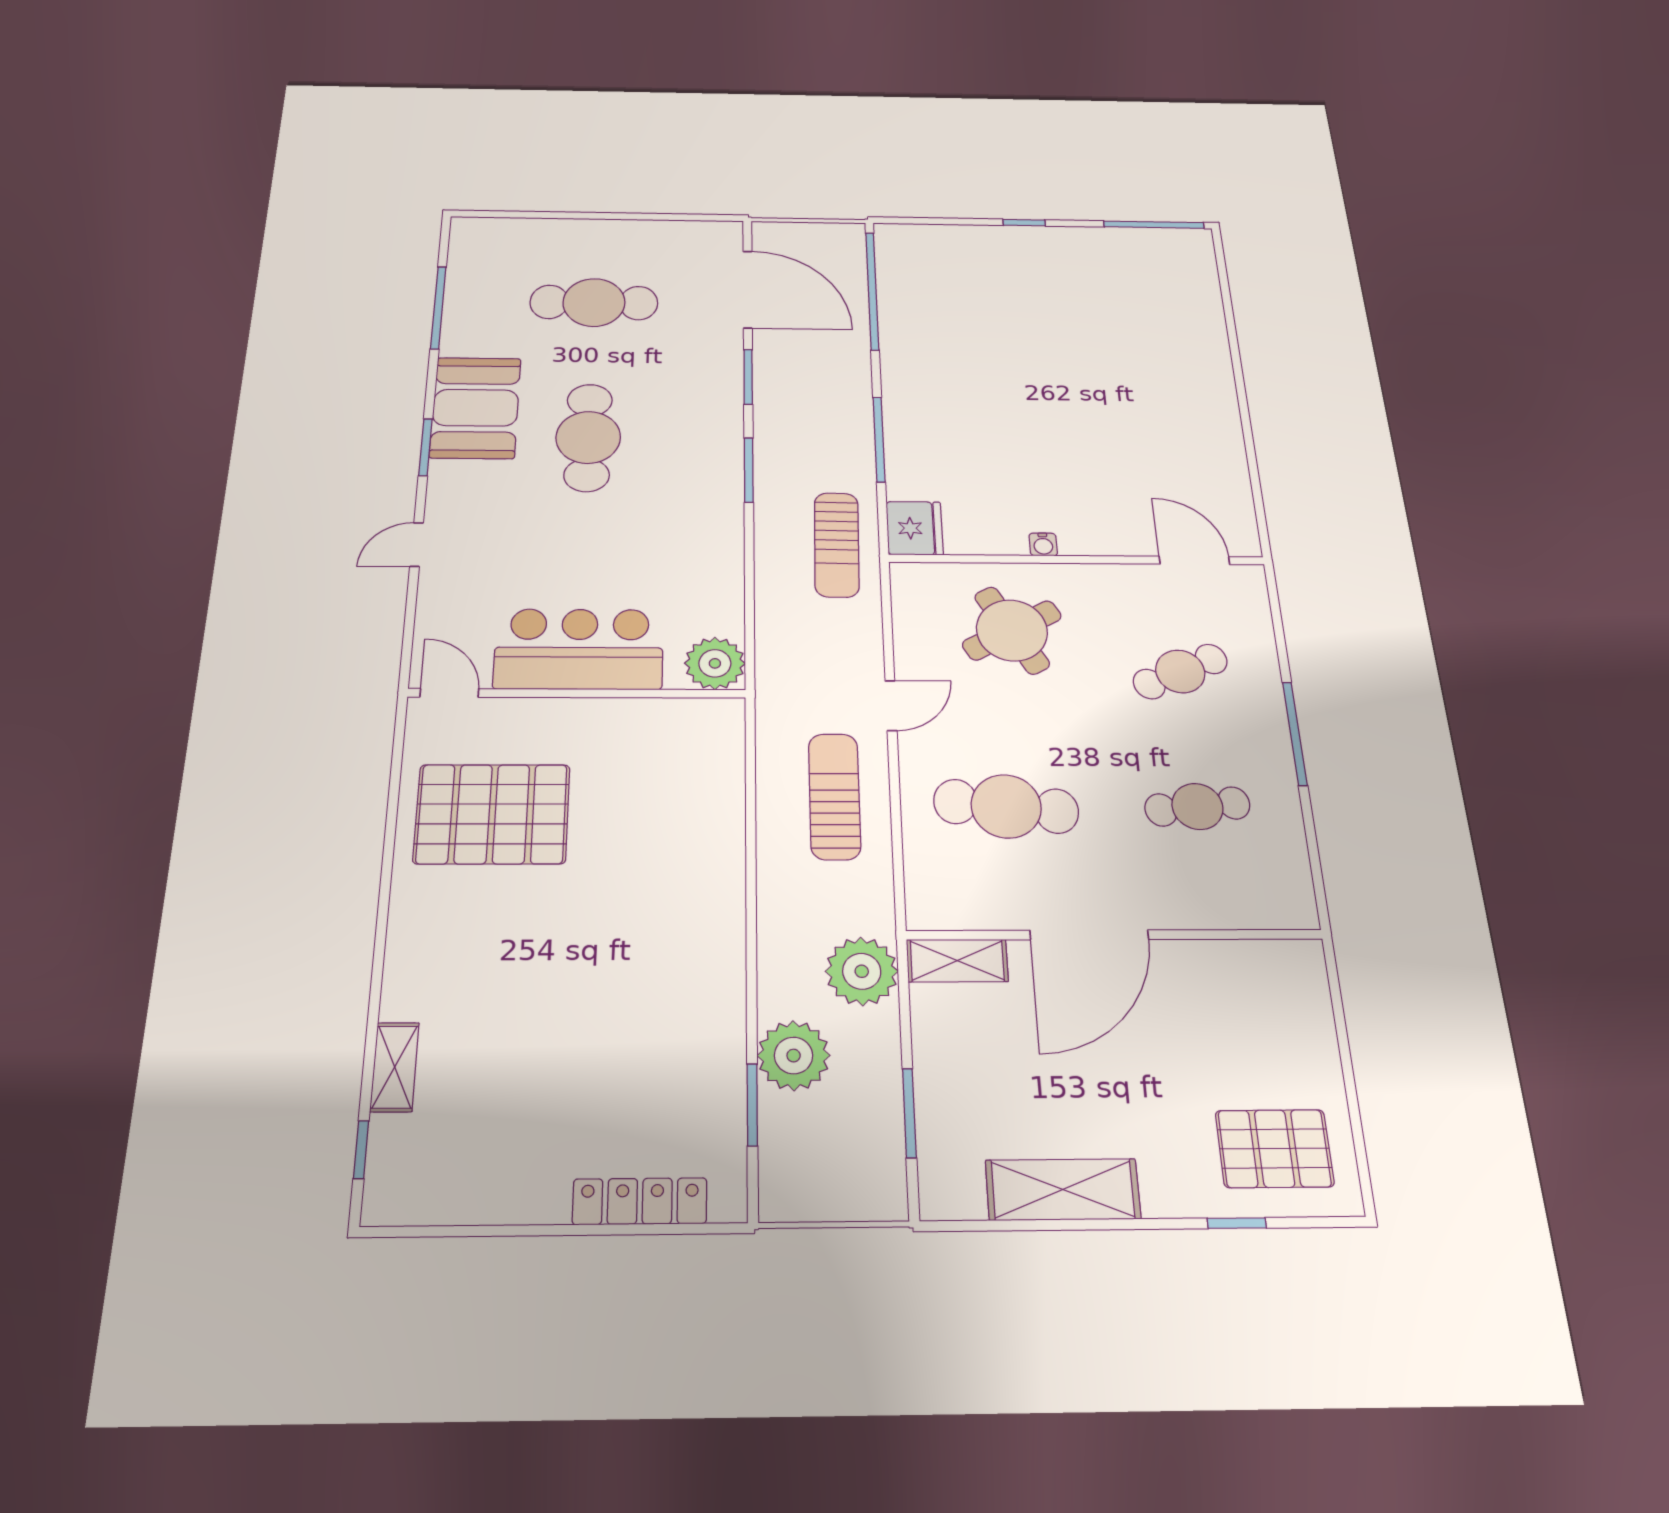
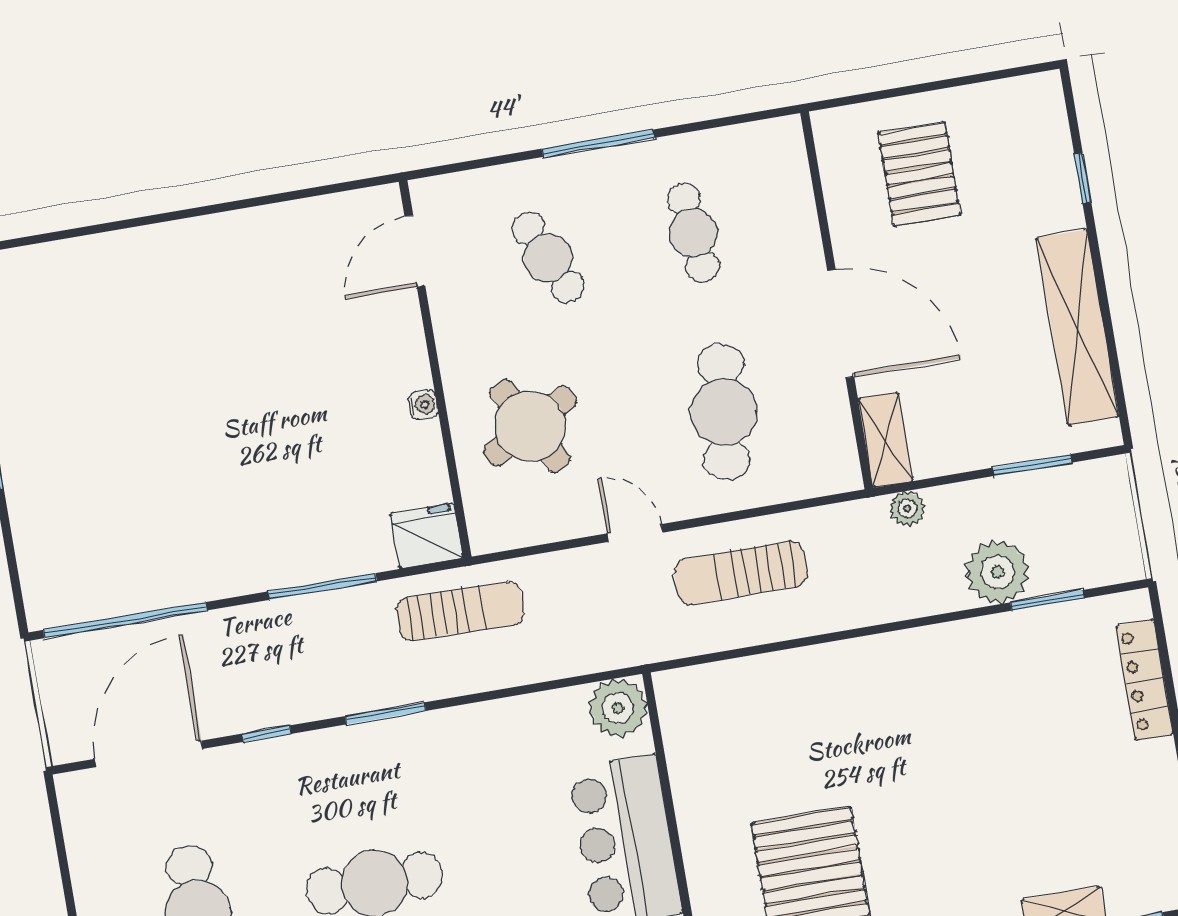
window: (748, 377) -> (267, 734), width x0.67
plant: (862, 971) -> (907, 509), width x0.53, depth x0.53
pallet: (1274, 1149) -> (919, 174), moved
shelving: (1063, 1189) -> (1078, 327), width x1.47

